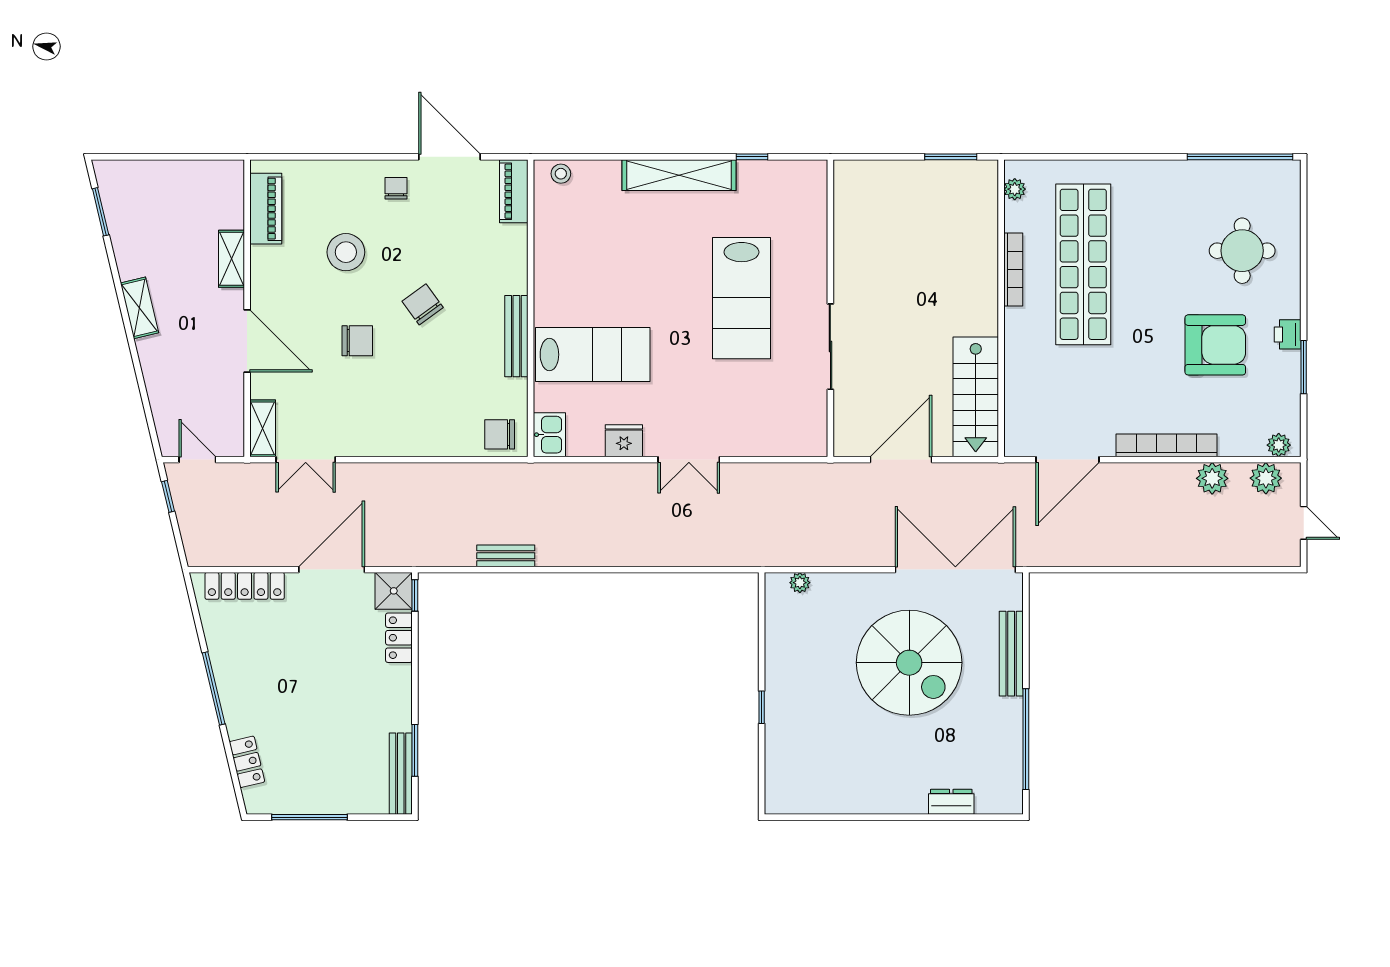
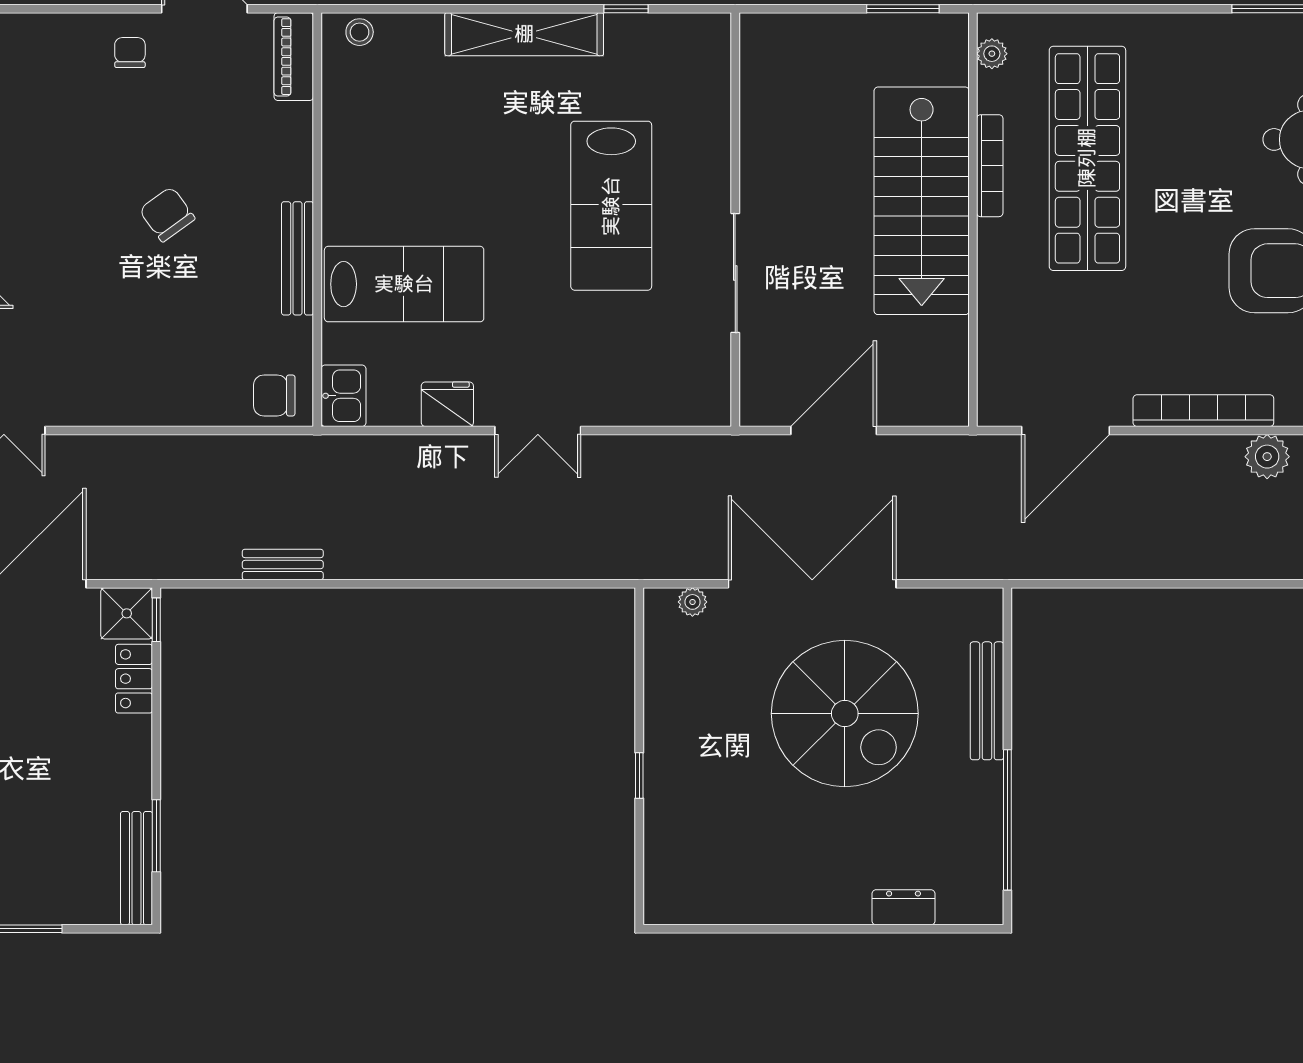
stool: (346, 252) -> (60, 141), removed
chair: (357, 341) -> (76, 265), removed
stairs: (976, 397) -> (922, 201), moved, width x1.36, depth x1.51
double door: (955, 570) -> (812, 584), moved

